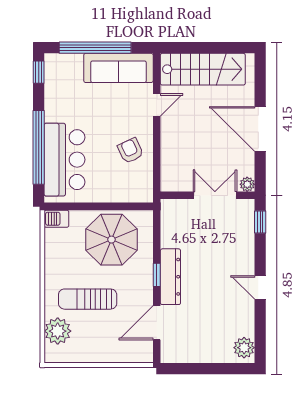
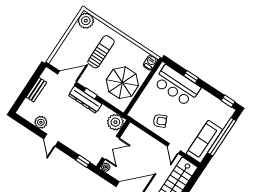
window: (39, 147) -> (191, 77), width x0.32
plant: (174, 213) -> (115, 122), added
door: (260, 287) -> (51, 140), swing flipped
door: (157, 323) -> (67, 78), hinge flipped
plant: (58, 331) -> (86, 21), moved
plant: (244, 348) -> (41, 122), moved
bench: (202, 355) -> (36, 90), added

